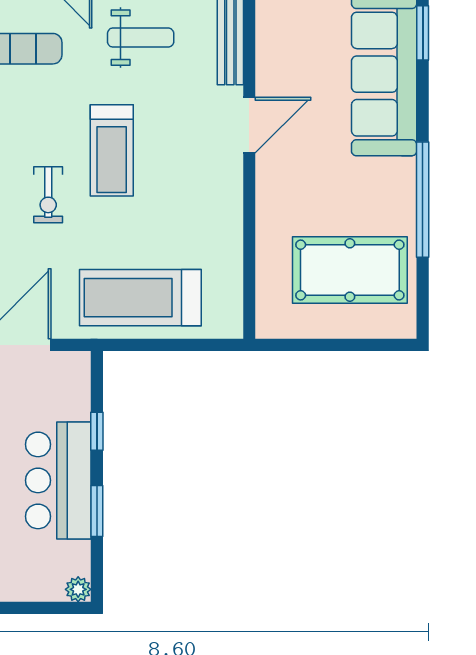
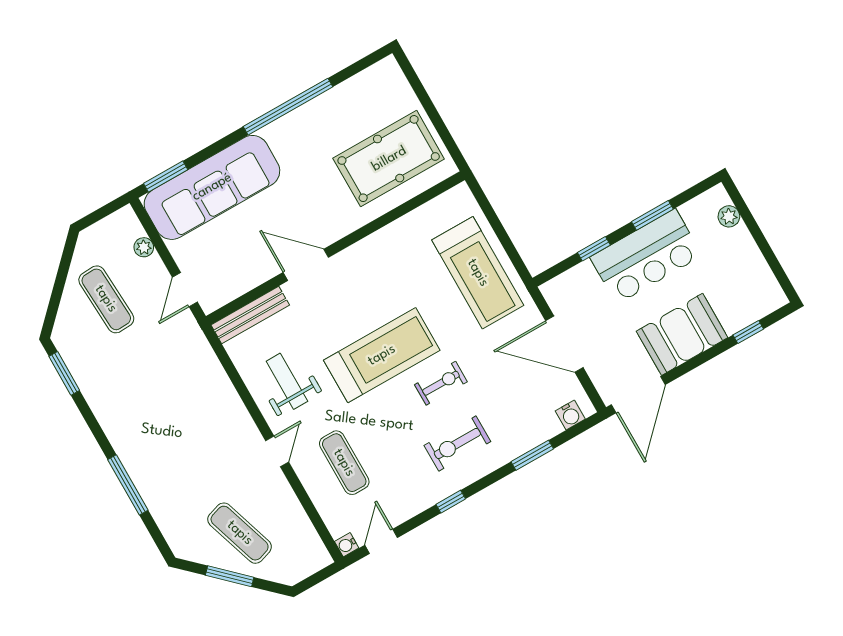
treadmill: (112, 150) -> (382, 355), width x1.37, depth x1.38
pool table: (350, 270) -> (389, 159), moved, turned 90
plant: (78, 589) -> (729, 216), moved

